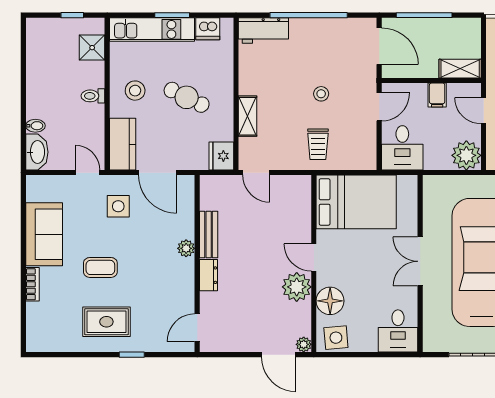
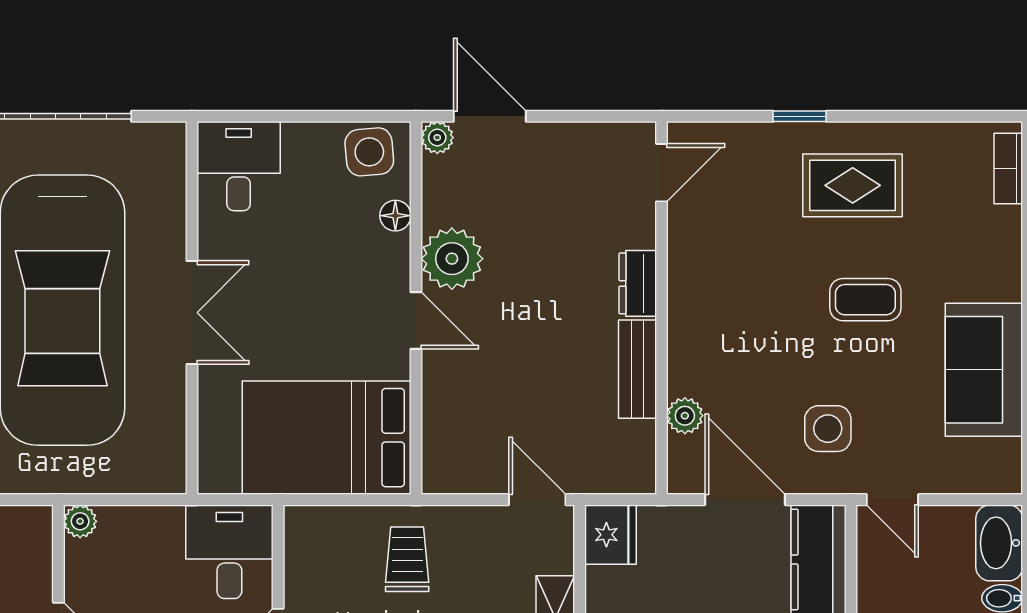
plant: (466, 155) -> (80, 521), width x0.53, depth x0.53
plant: (186, 248) -> (685, 416), moved
bookcase: (33, 284) -> (1008, 168), moved
floor lamp: (330, 301) -> (395, 216), width x0.53, depth x0.53

